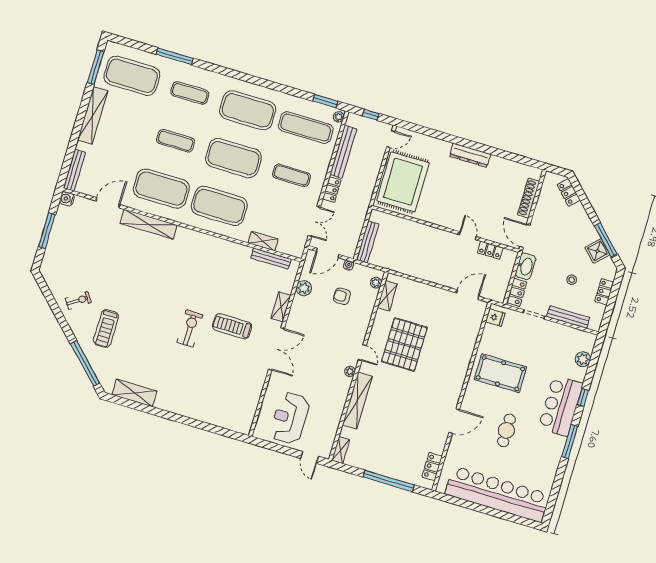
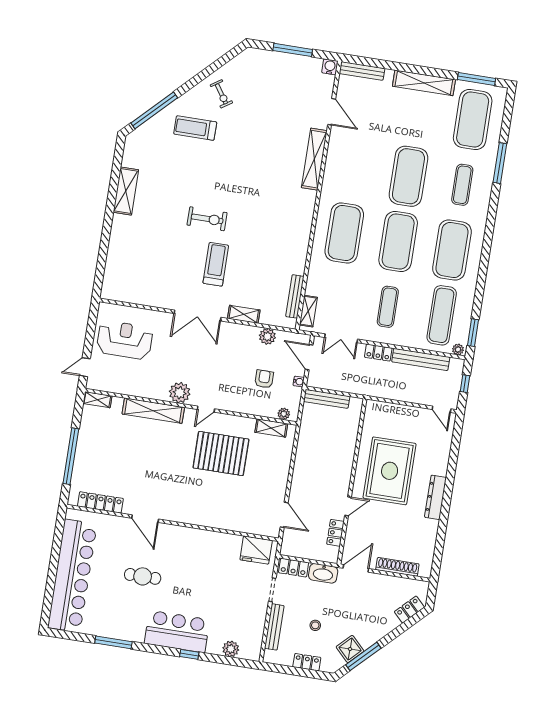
exercise mat: (176, 141) -> (408, 176), width x2.00, depth x1.45
rug: (403, 182) -> (390, 471), moved, turned 90
exercise mat: (161, 189) -> (355, 168), removed
shelving: (263, 241) -> (308, 311), moved
fridge: (495, 318) -> (256, 550), width x1.88, depth x1.34
plant: (350, 371) -> (180, 393), width x1.88, depth x1.88
pool table: (500, 373) -> (204, 562), removed
shelving: (134, 393) -> (126, 191), moved
window: (570, 441) -> (113, 642), moved
locker: (432, 467) -> (100, 502), width x1.53

